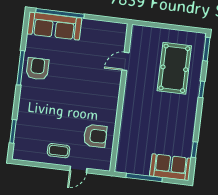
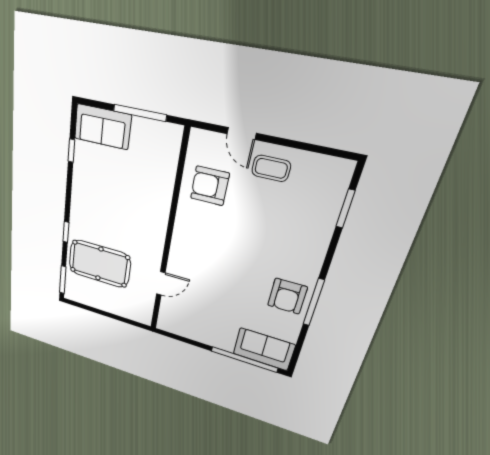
sofa: (54, 26) -> (264, 349), width x0.73
pool table: (174, 68) -> (99, 264), turned 90
door: (78, 169) -> (242, 133), swing flipped

